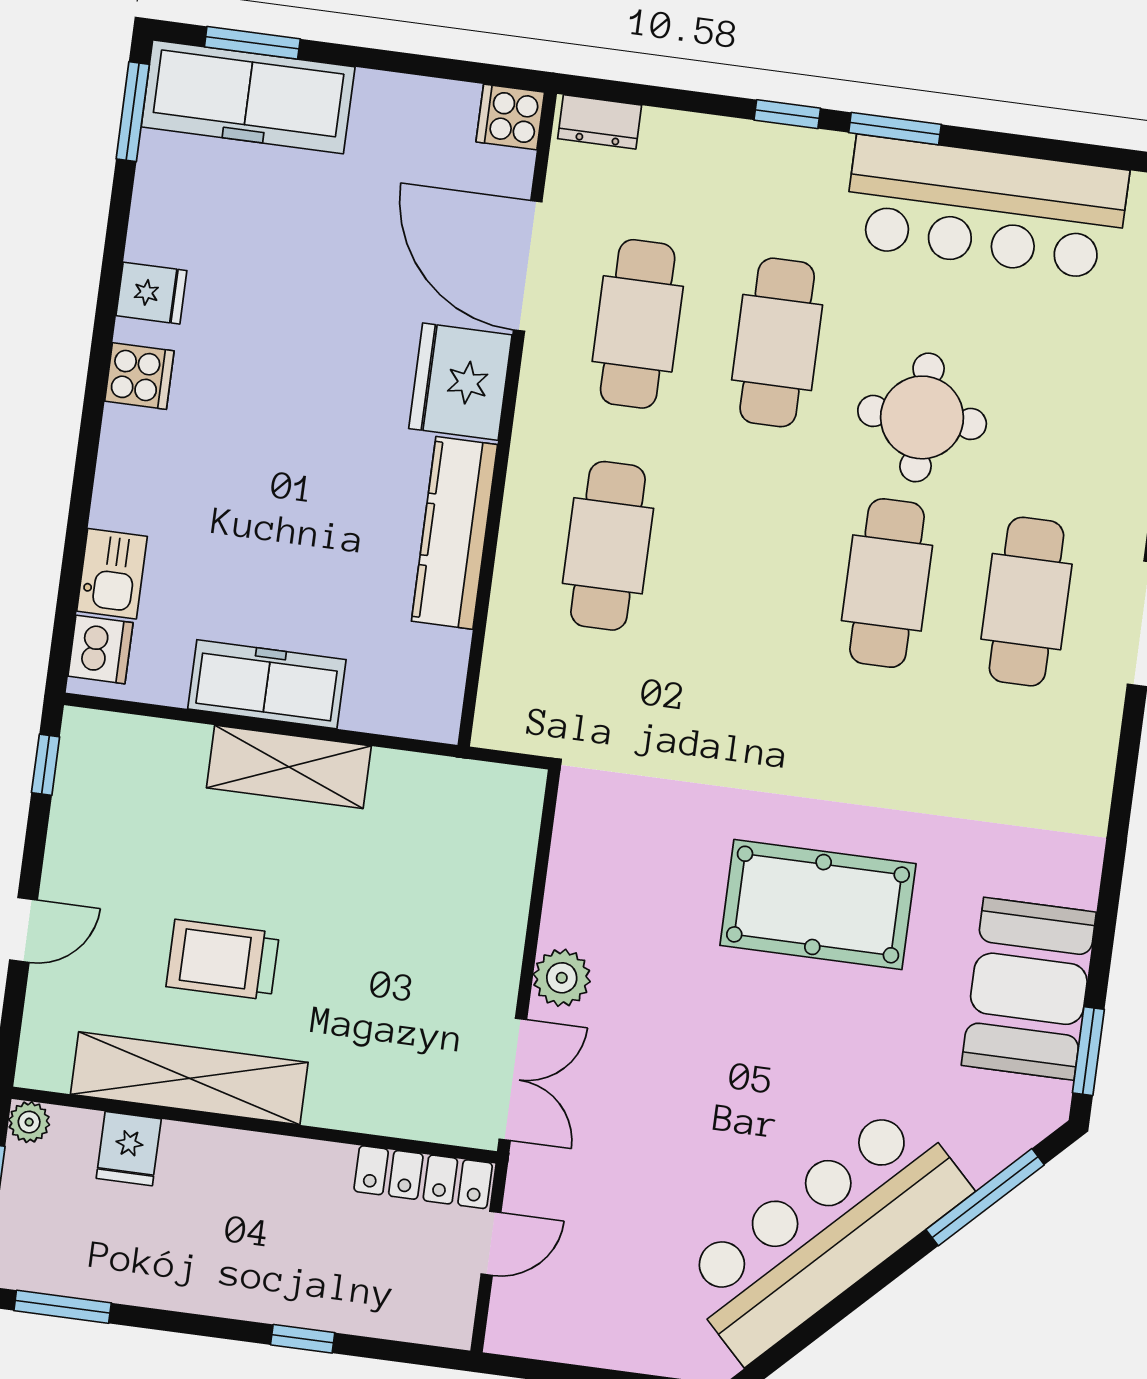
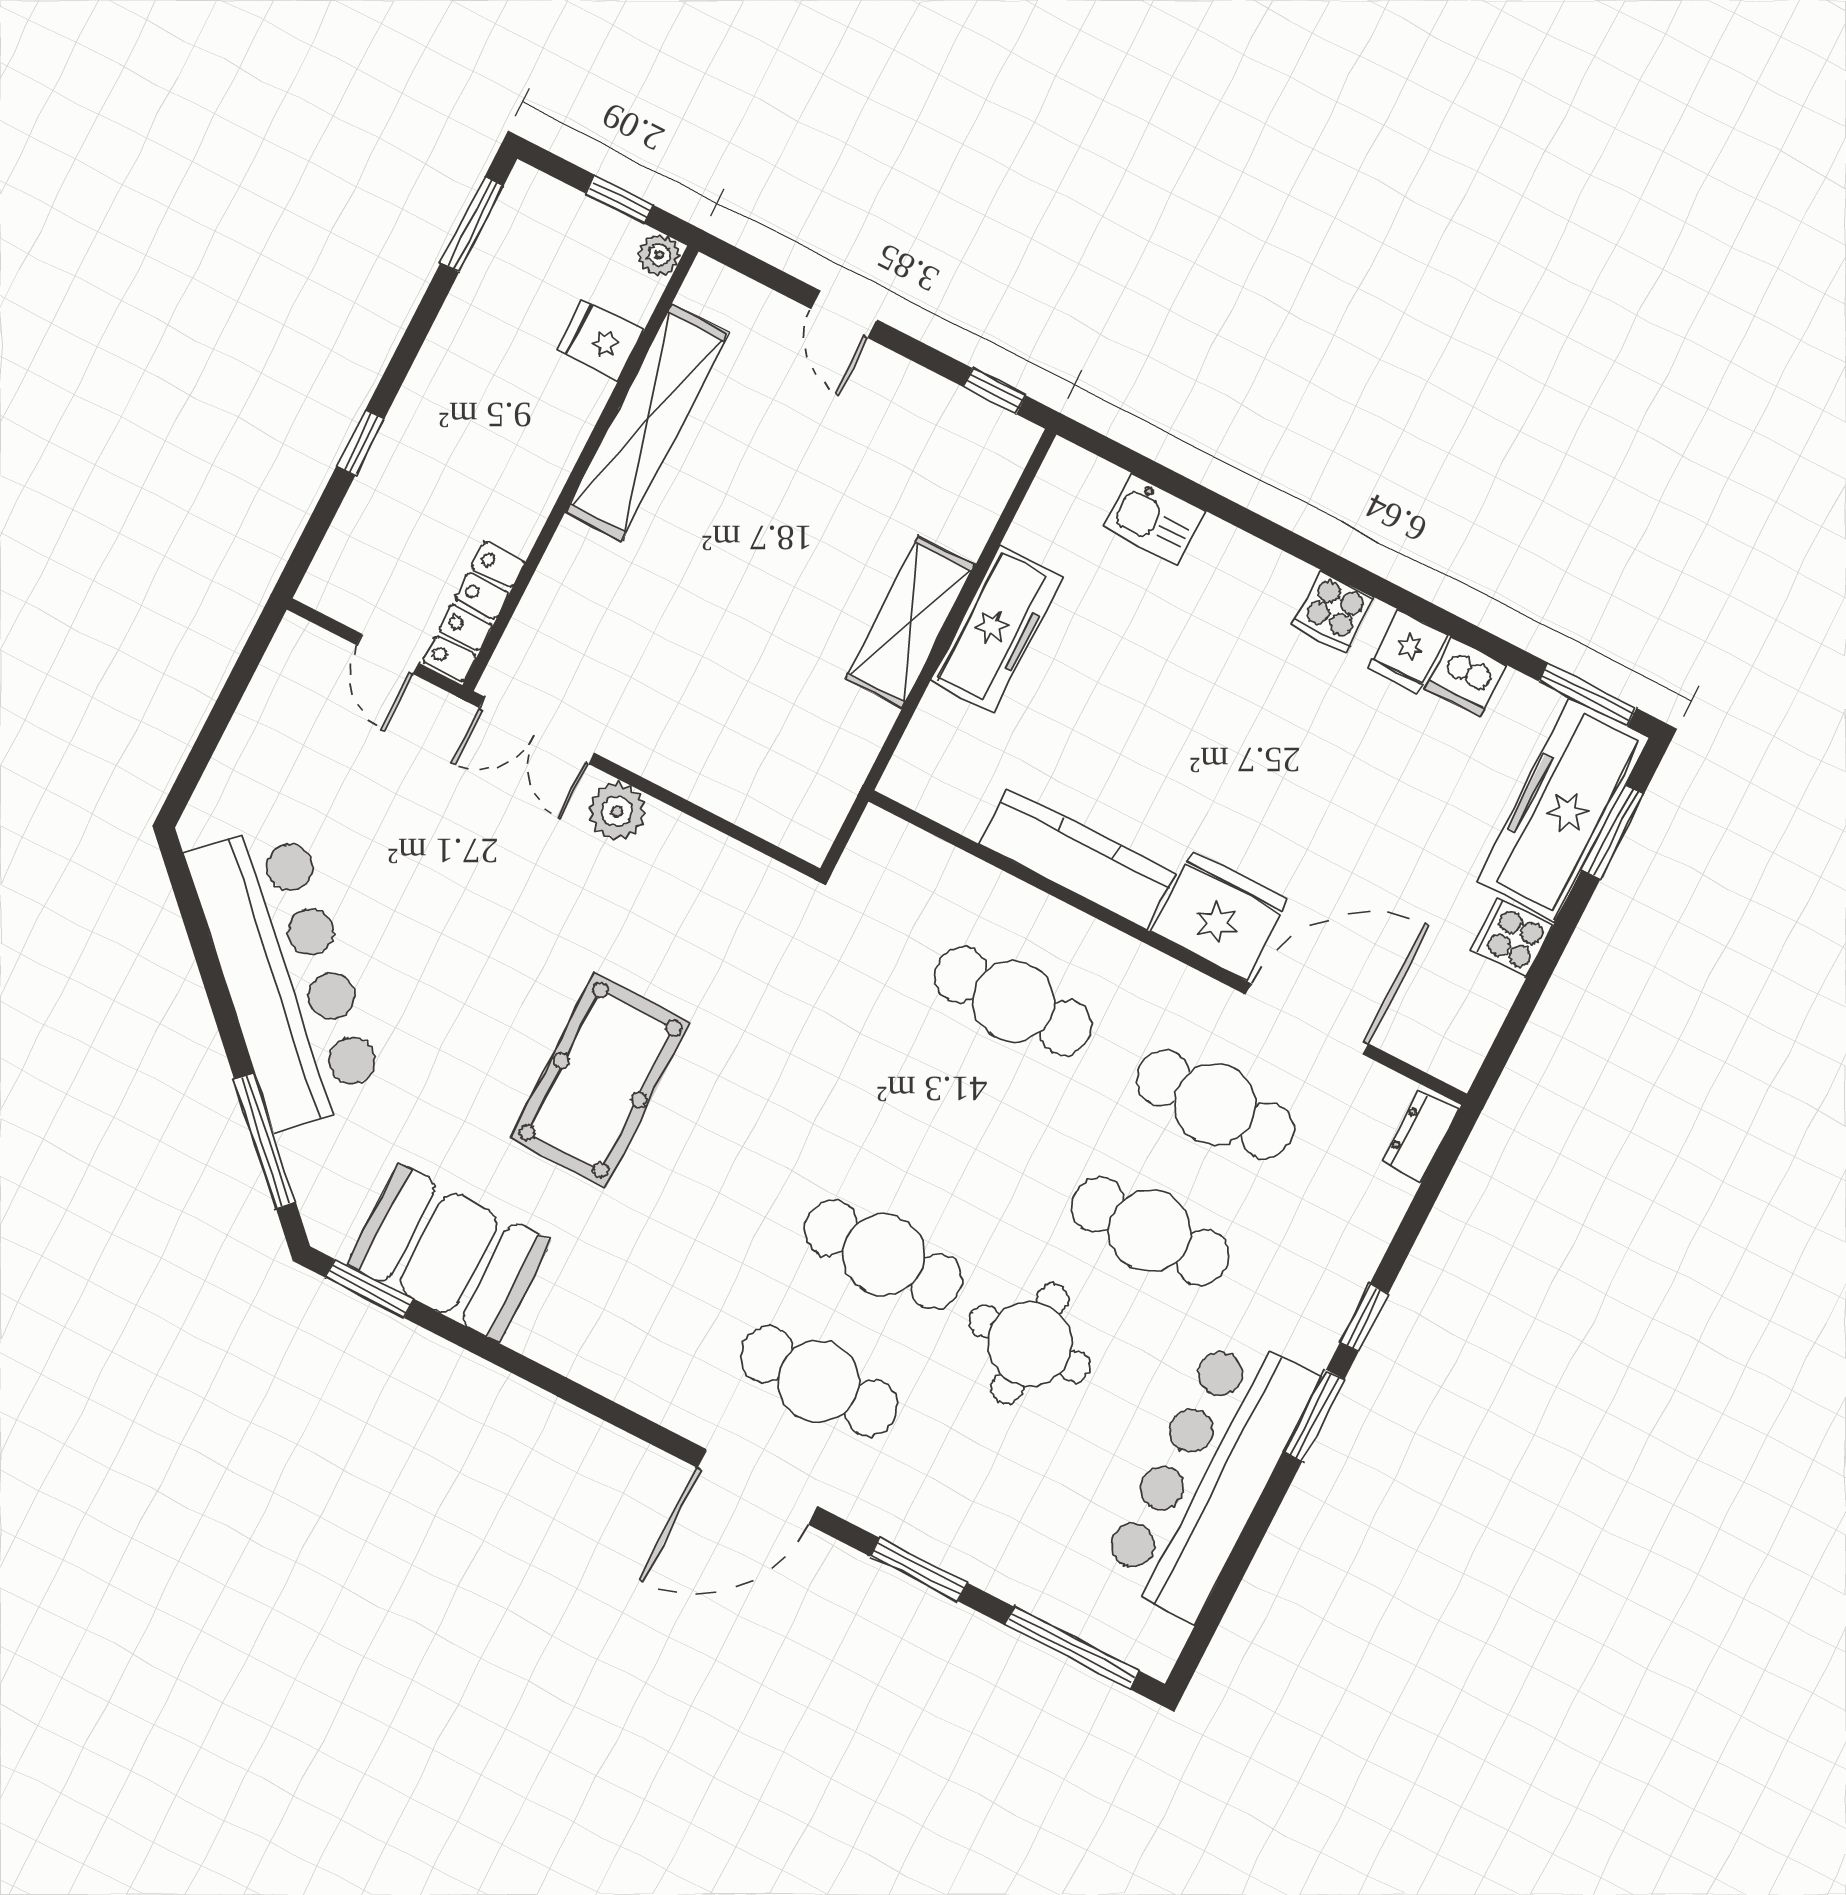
cooker: (510, 117) -> (1512, 938), moved, turned -90
dishwasher: (100, 649) -> (1466, 677), moved
trolley: (223, 960) -> (749, 494), removed

